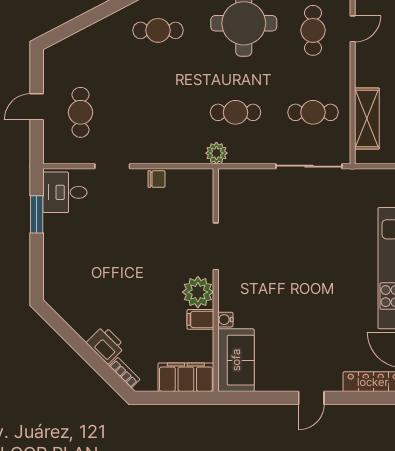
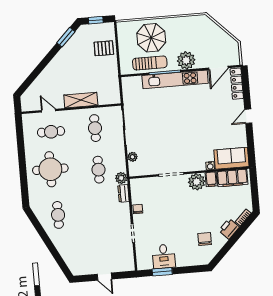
cafe table: (81, 112) -> (105, 253), removed
shelving: (367, 119) -> (81, 100), moved
dresser: (188, 155) -> (123, 193), added
plant: (254, 177) -> (132, 157), added
desk: (65, 192) -> (164, 256), moved
chair: (91, 298) -> (205, 239), added
filing cabinet: (186, 377) -> (232, 178), moved, turned -90
door: (311, 398) -> (248, 116), swing flipped

